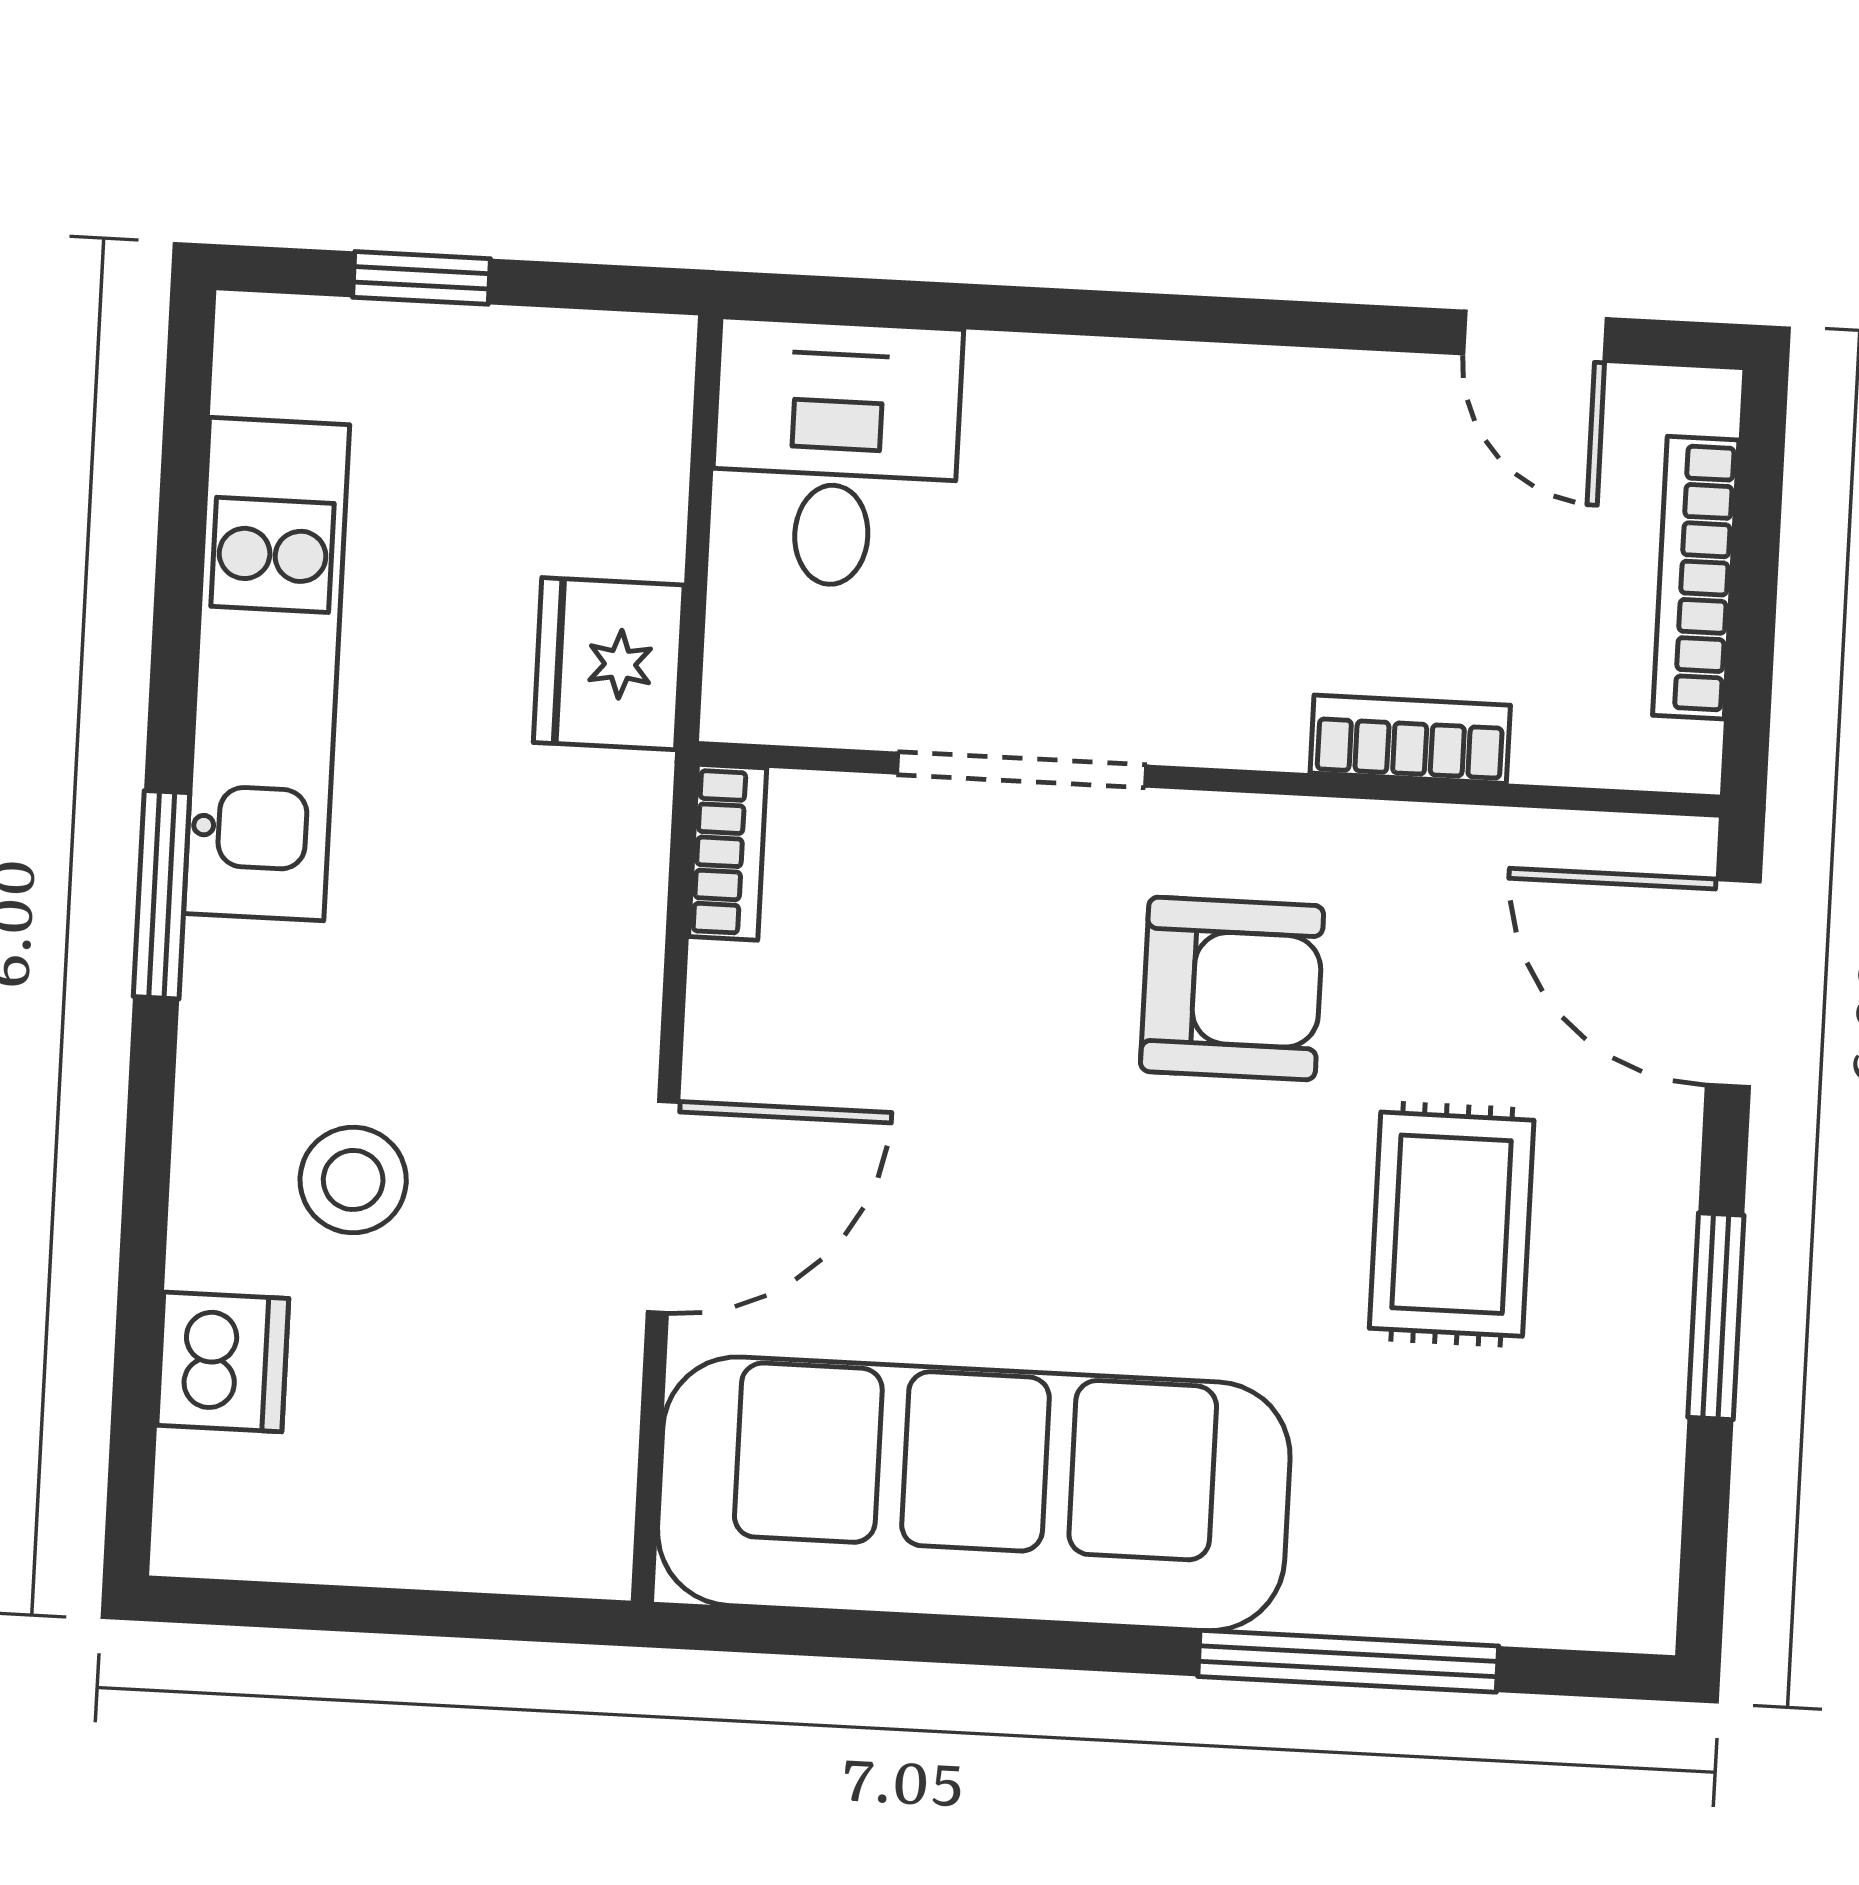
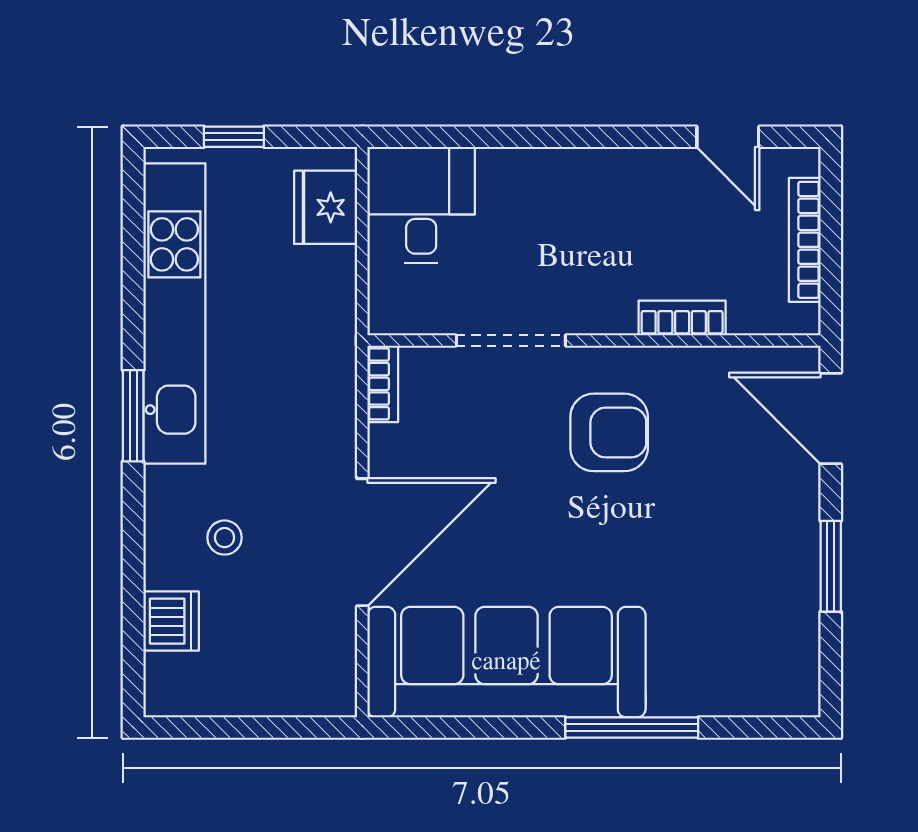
fridge: (609, 664) -> (326, 207), moved
kitchen unit: (267, 669) -> (174, 313), width x1.36
stool: (353, 1180) -> (225, 538), width x0.73, depth x0.73
door: (663, 1207) -> (362, 542), width x1.36
rug: (1452, 1224) -> (712, 532), removed
window: (1348, 1661) -> (632, 727), moved

